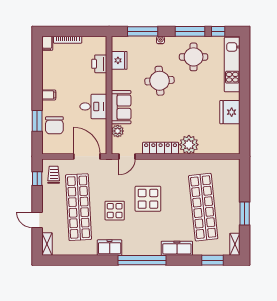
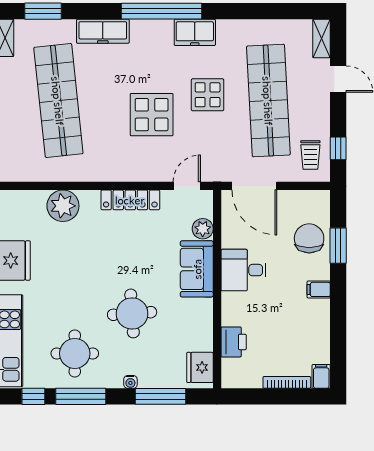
fridge: (119, 60) -> (200, 367), moved
plant: (189, 145) -> (63, 206), moved
freezer: (110, 248) -> (195, 32), moved

